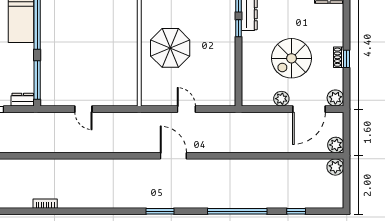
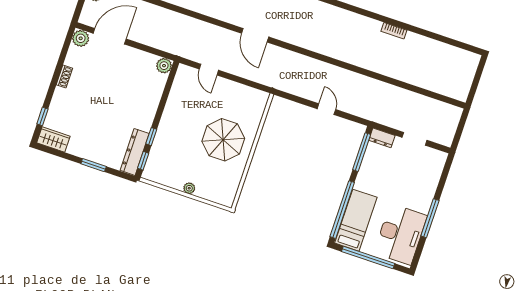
spiral stairs: (292, 58) -> (110, 91), removed
window: (347, 59) -> (42, 116), moved
plant: (281, 99) -> (164, 66), moved
door: (186, 109) -> (209, 70), moved

